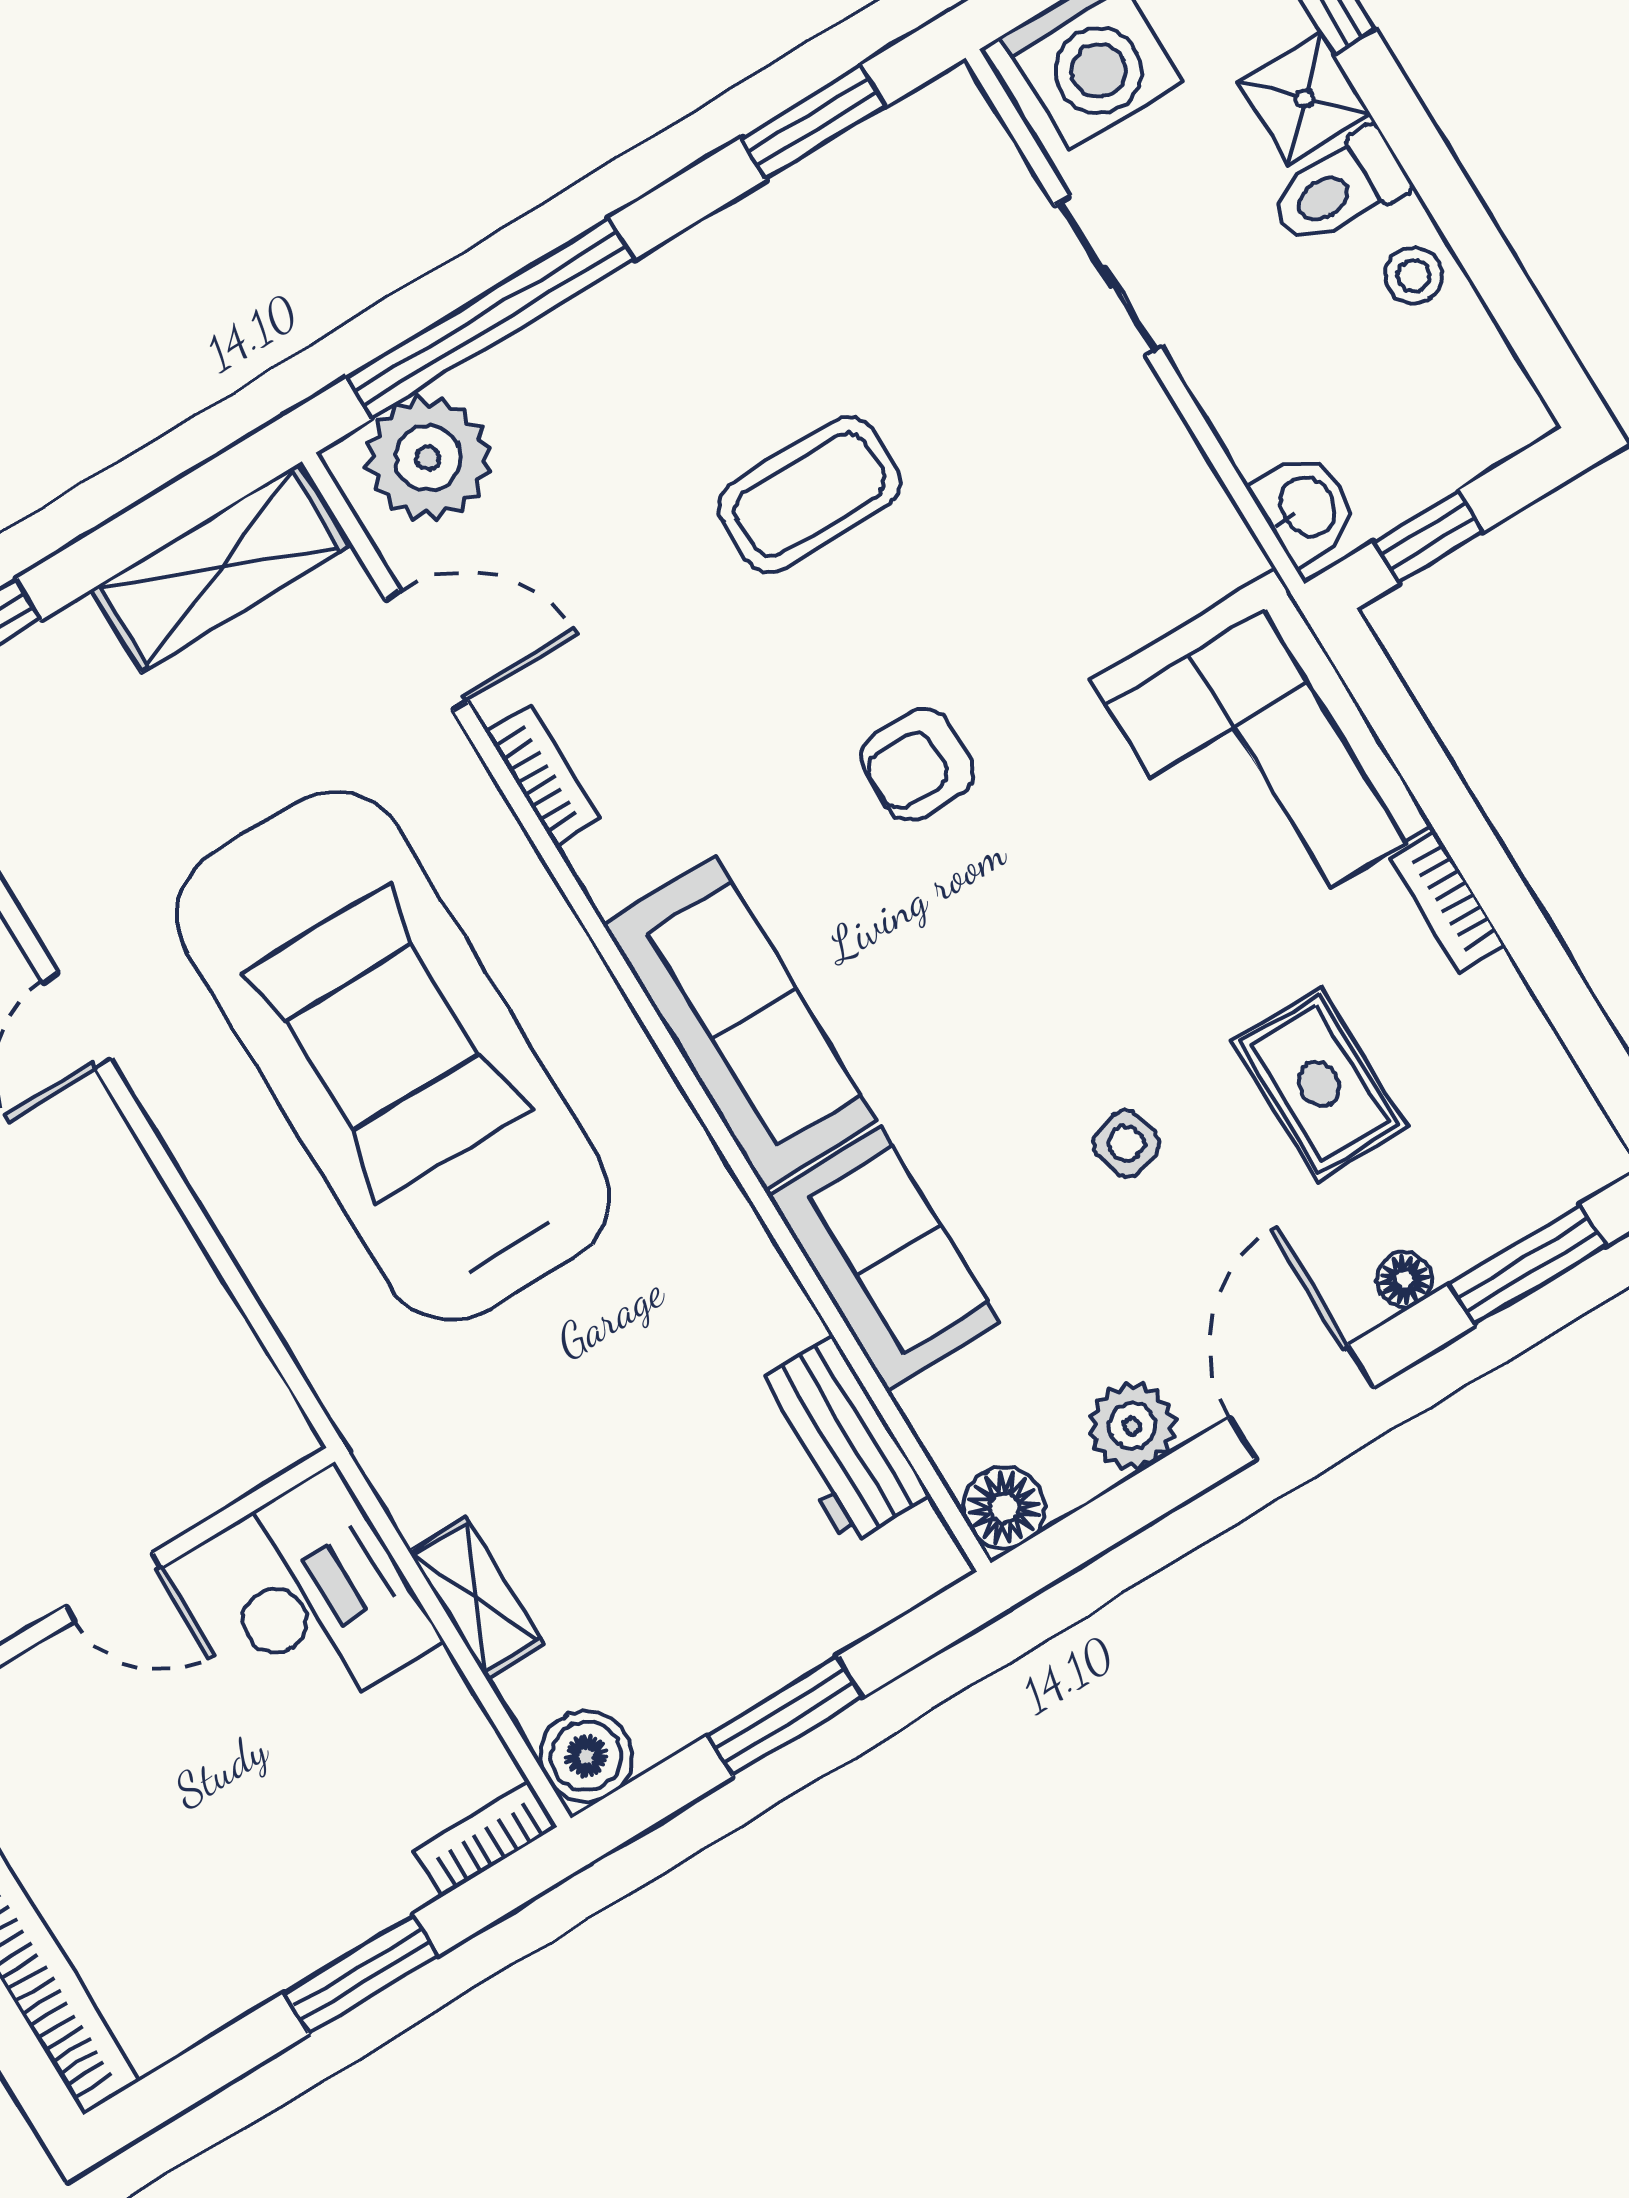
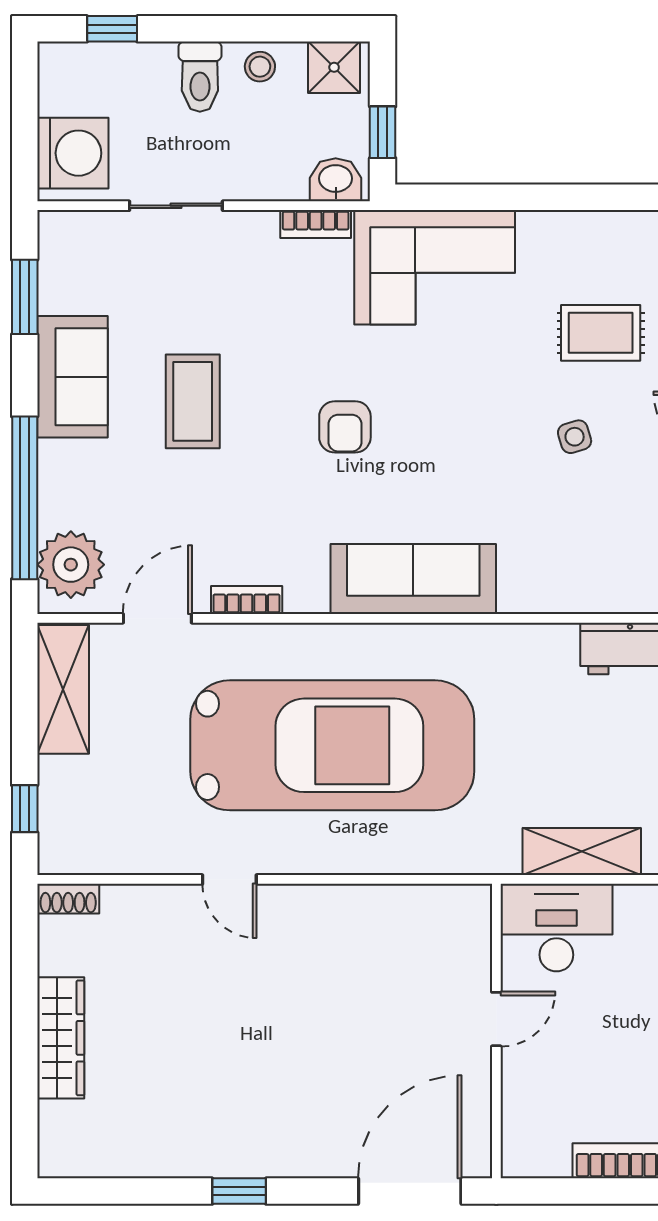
shower: (1304, 98) -> (334, 67), moved
bookcase: (1448, 902) -> (316, 224), moved
car: (393, 1056) -> (332, 745), turned 180
sofa: (883, 1259) -> (72, 377), moved, turned 90
shelving: (476, 1598) -> (582, 852), width x1.50, depth x1.33

